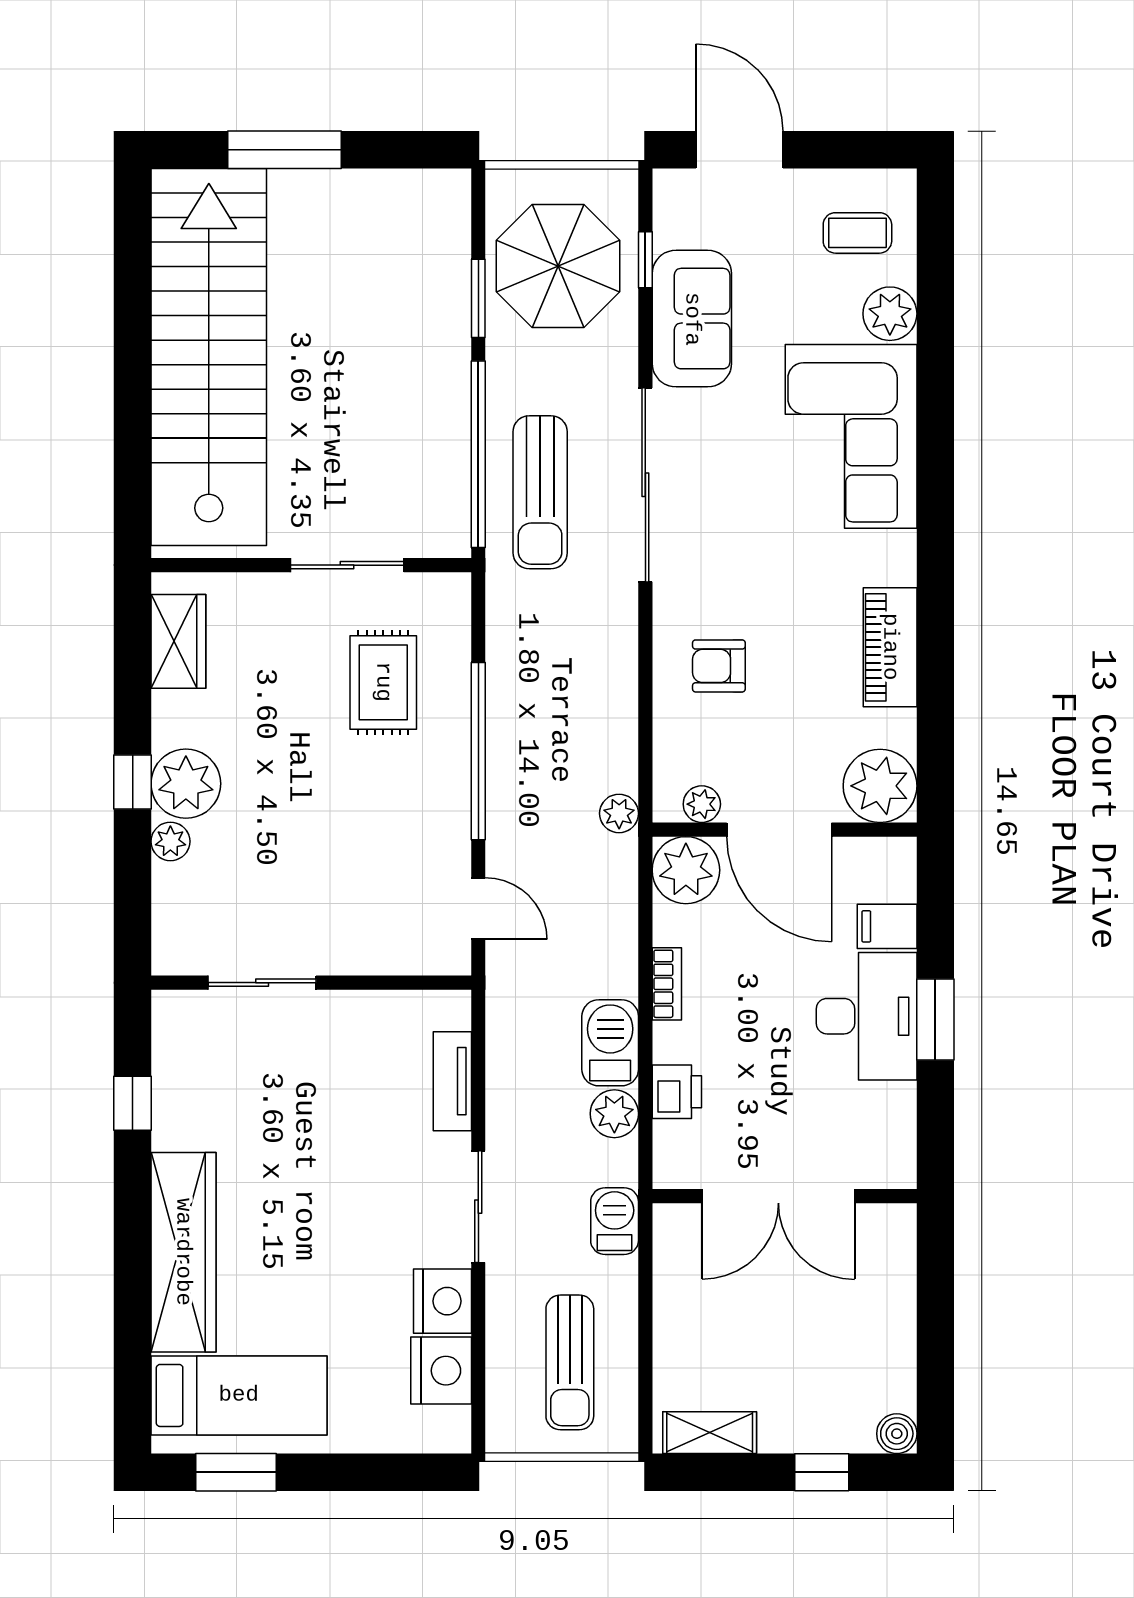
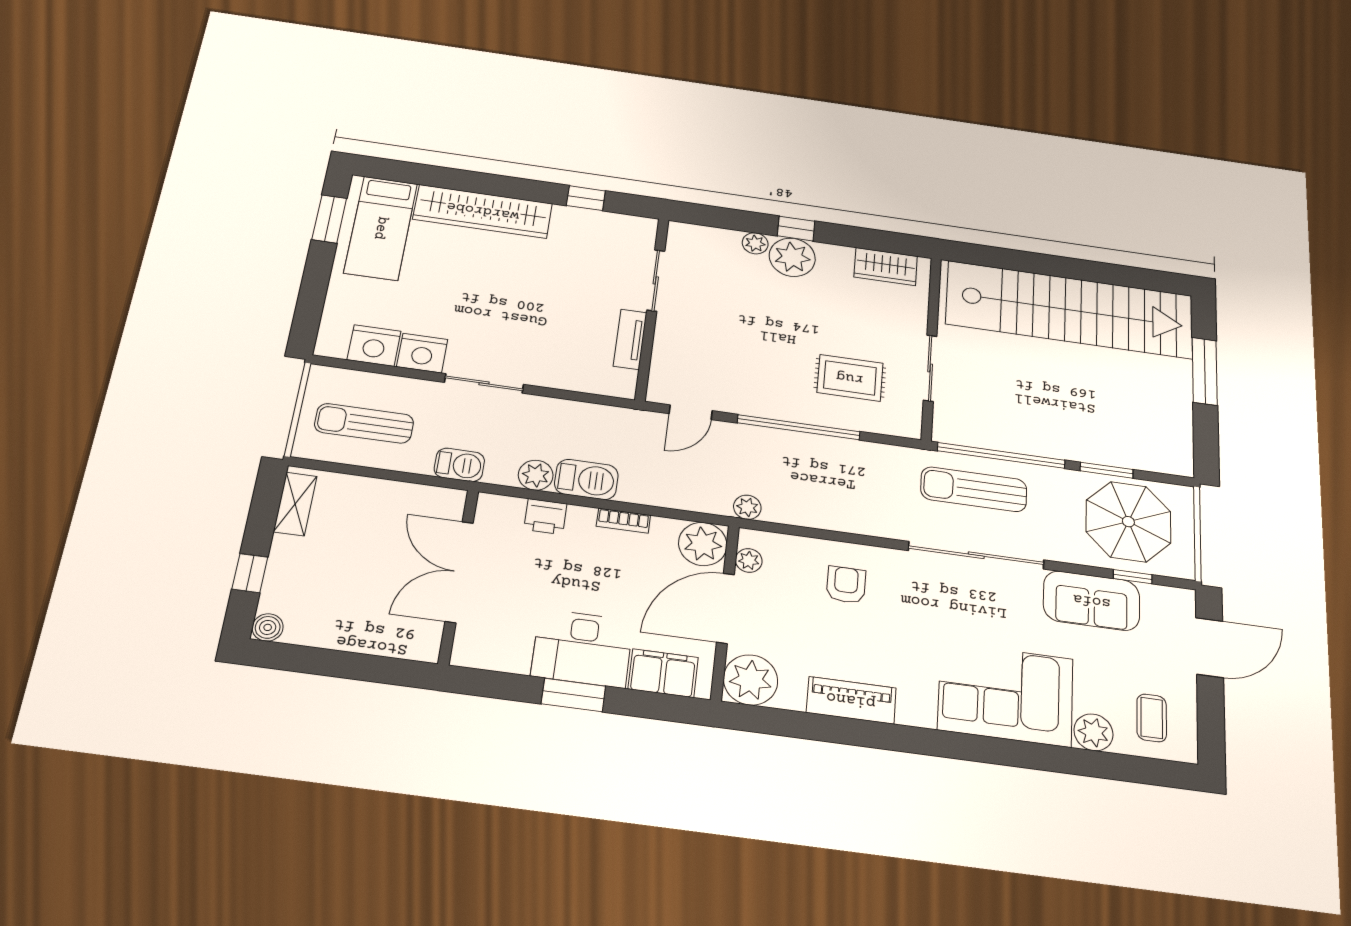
filing cabinet: (887, 926) -> (663, 673), width x2.00
tv unit: (452, 1081) -> (630, 339), moved, turned -90

